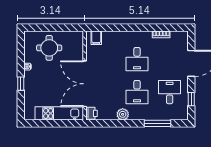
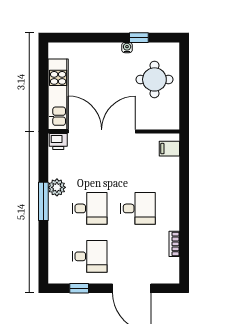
desk: (137, 59) -> (138, 208), turned 180
window: (21, 84) -> (139, 38), moved
desk: (137, 92) -> (90, 208), turned 180
window: (158, 123) -> (43, 201), moved

